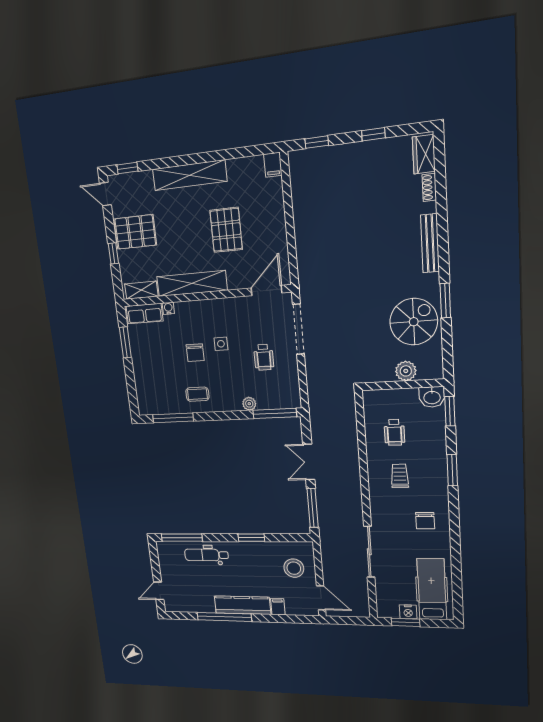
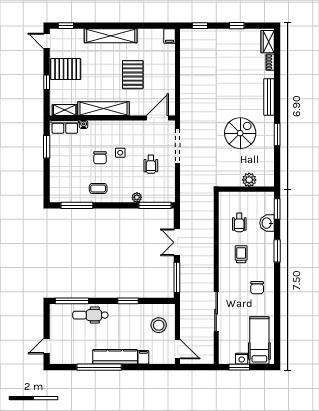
spiral stairs: (414, 322) -> (240, 133), moved
washbasin: (432, 397) -> (267, 223), moved, turned 90

